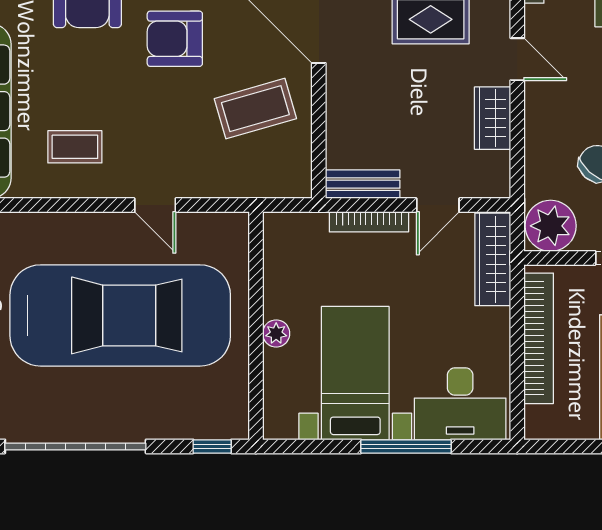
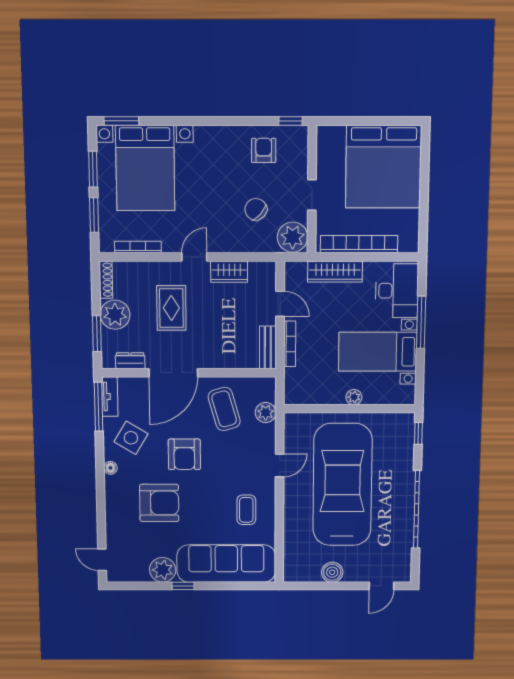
plant: (249, 181) -> (266, 413), added
wardrobe: (493, 259) -> (335, 272), moved

